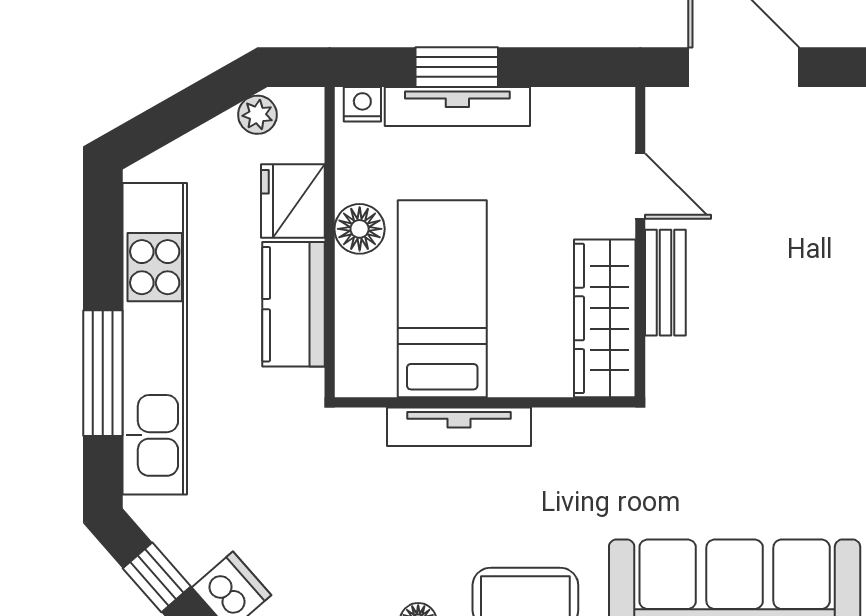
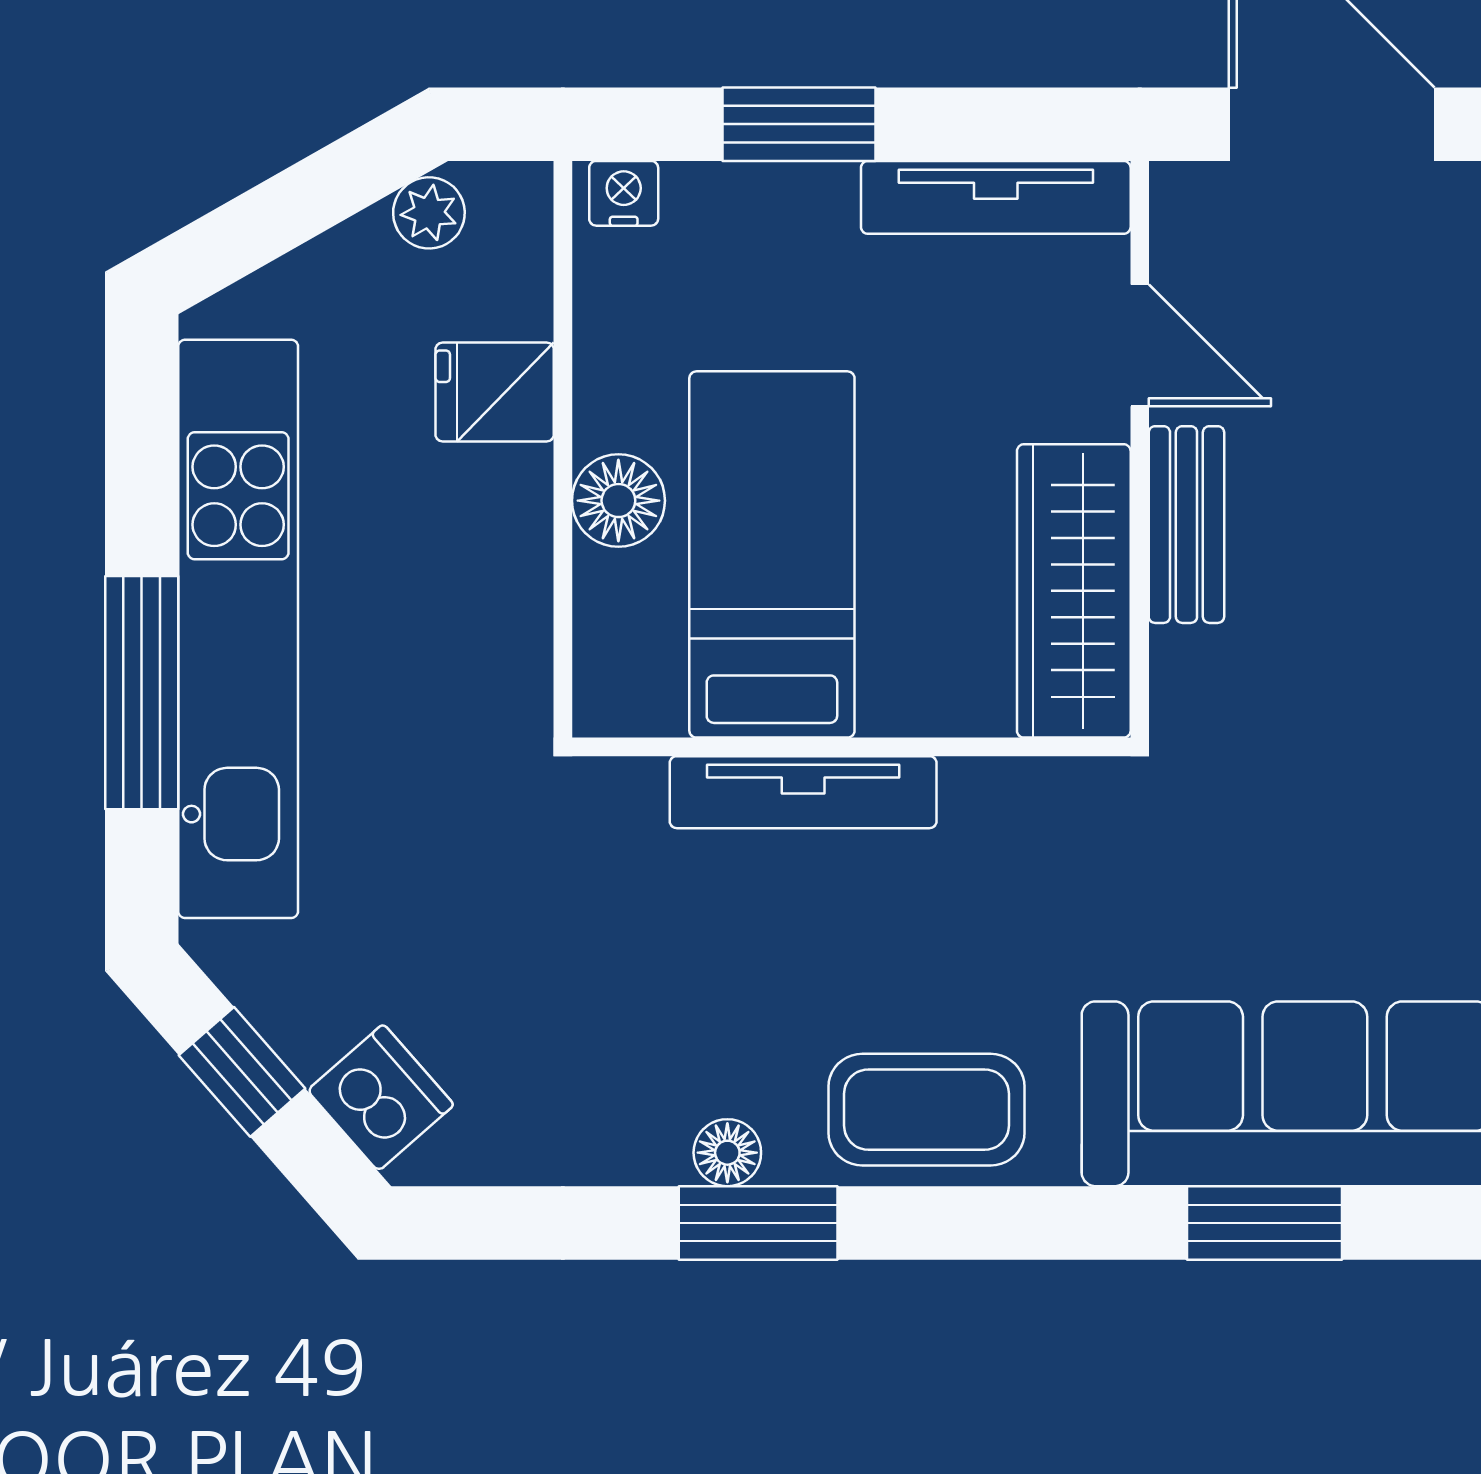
tv unit: (457, 106) -> (996, 197), moved
fridge: (293, 201) -> (495, 392), width x0.72
floor lamp: (360, 229) -> (618, 501), moved
kitchen counter: (294, 304) -> (496, 565), removed

